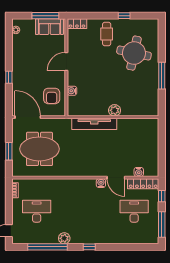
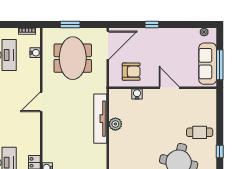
locker: (77, 24) -> (211, 100), removed
sofa: (49, 27) -> (208, 64), width x1.36
armchair: (52, 96) -> (131, 72), turned 180
plant: (115, 110) -> (115, 124), moved
door: (116, 178) -> (41, 102), moved
water cooler: (101, 183) -> (35, 53), moved

